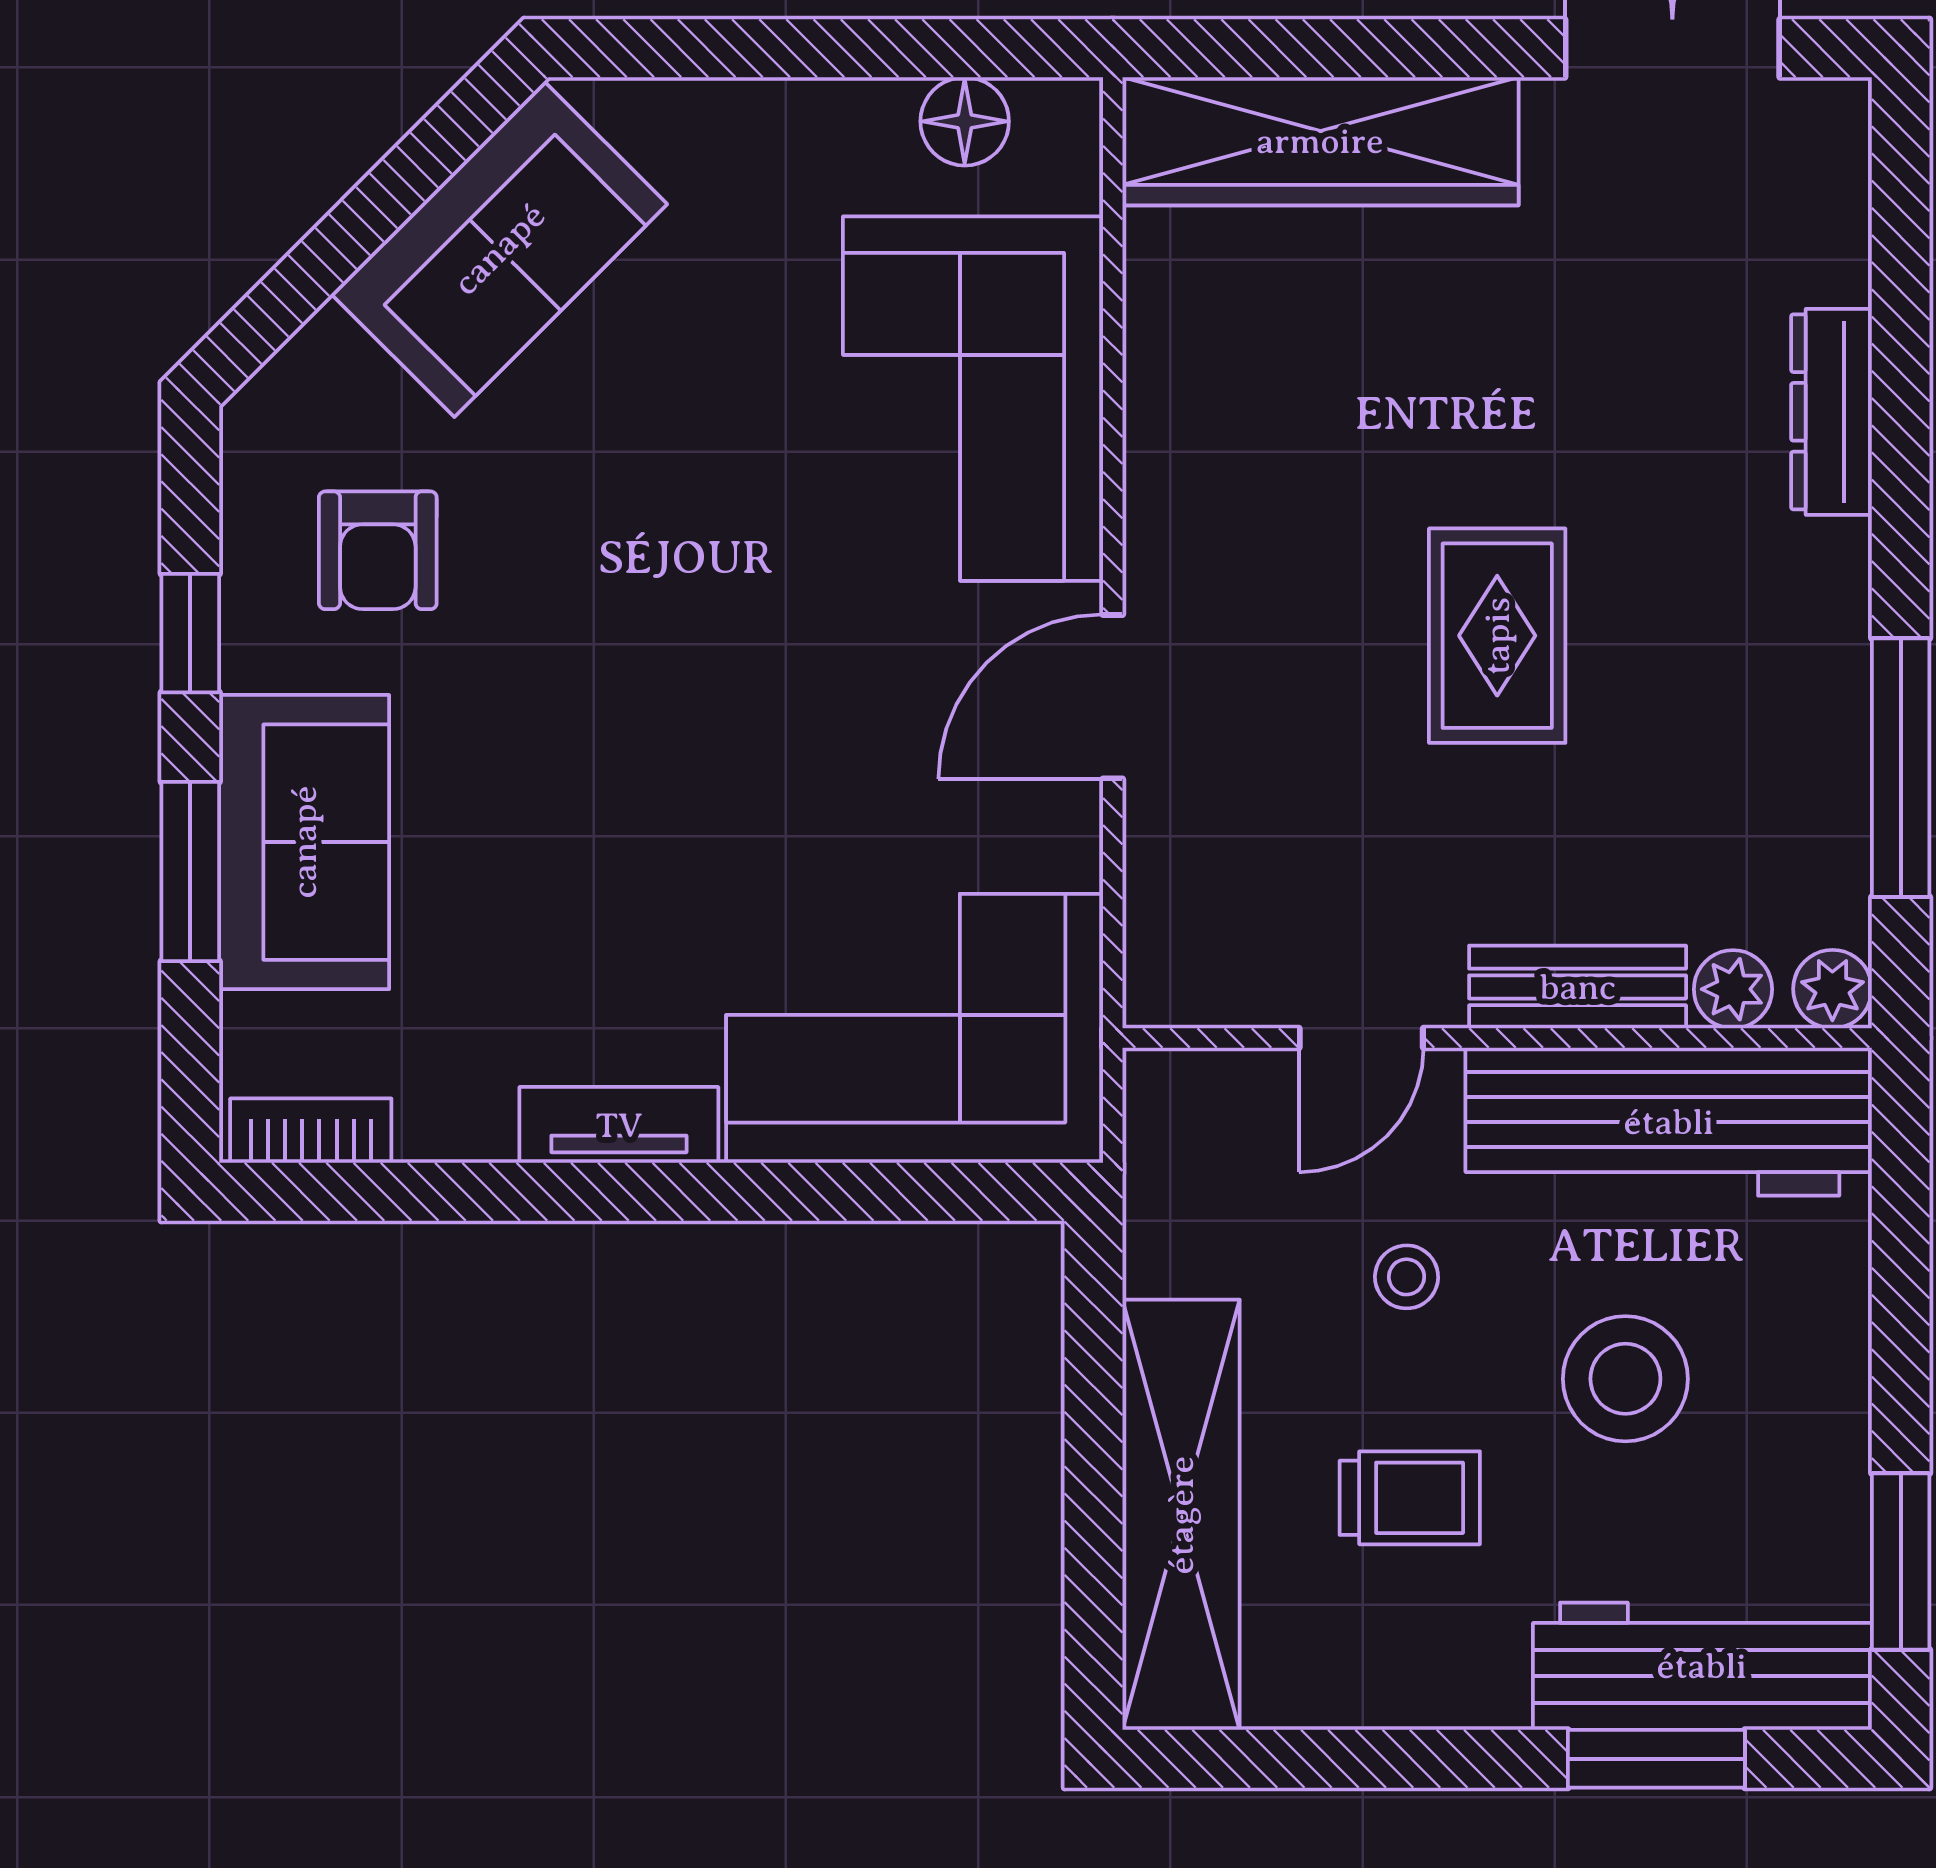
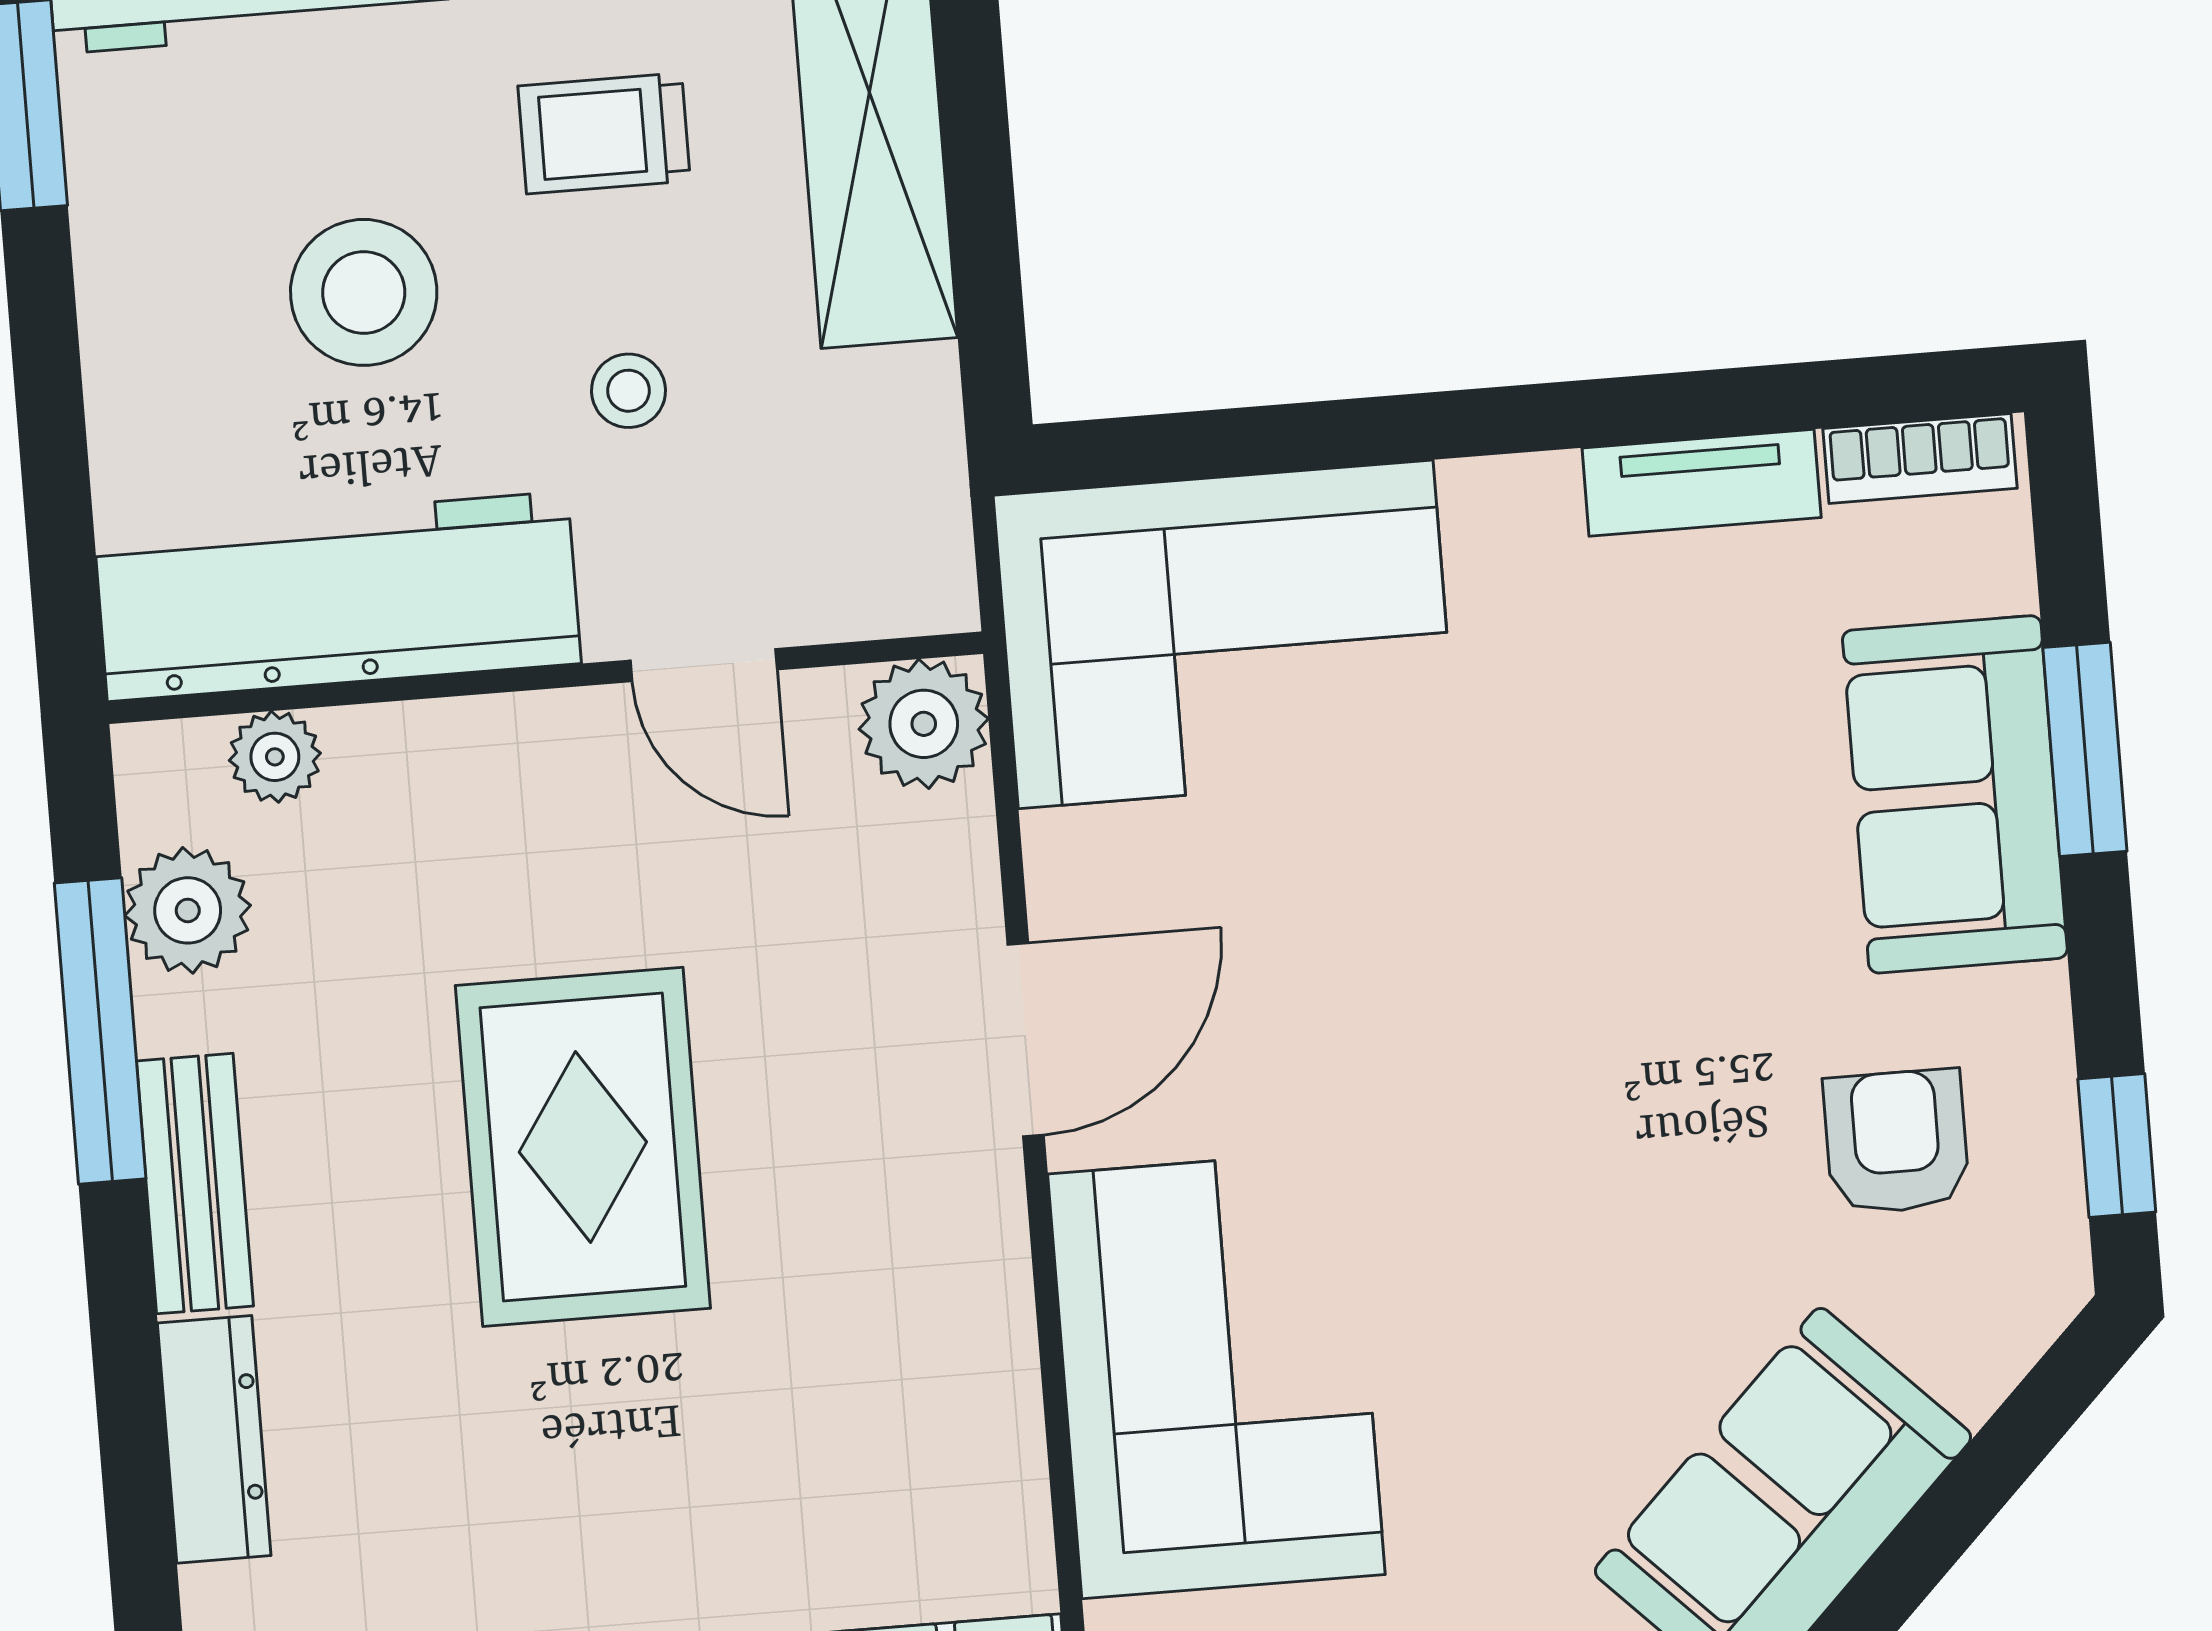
window: (190, 633) -> (2117, 1146), moved
rug: (1497, 636) -> (583, 1147), width x1.36, depth x1.43
plant: (1178, 973) -> (924, 724), added
bench: (1578, 987) -> (195, 1184), moved, turned 90
plant: (1832, 989) -> (188, 910), moved, width x1.38, depth x1.38
door: (1361, 1038) -> (704, 665), swing flipped
tv unit: (619, 1125) -> (1702, 483), moved

